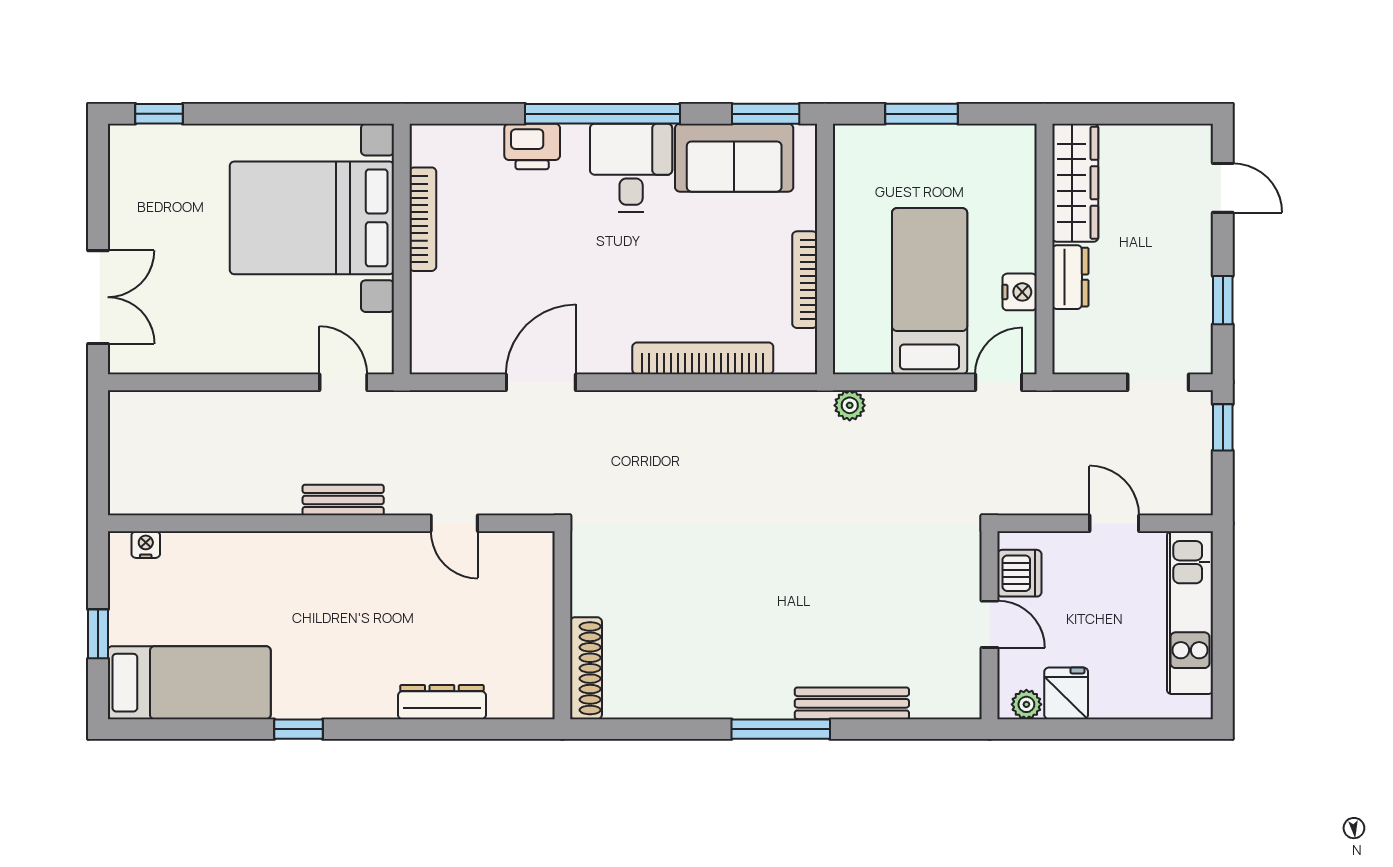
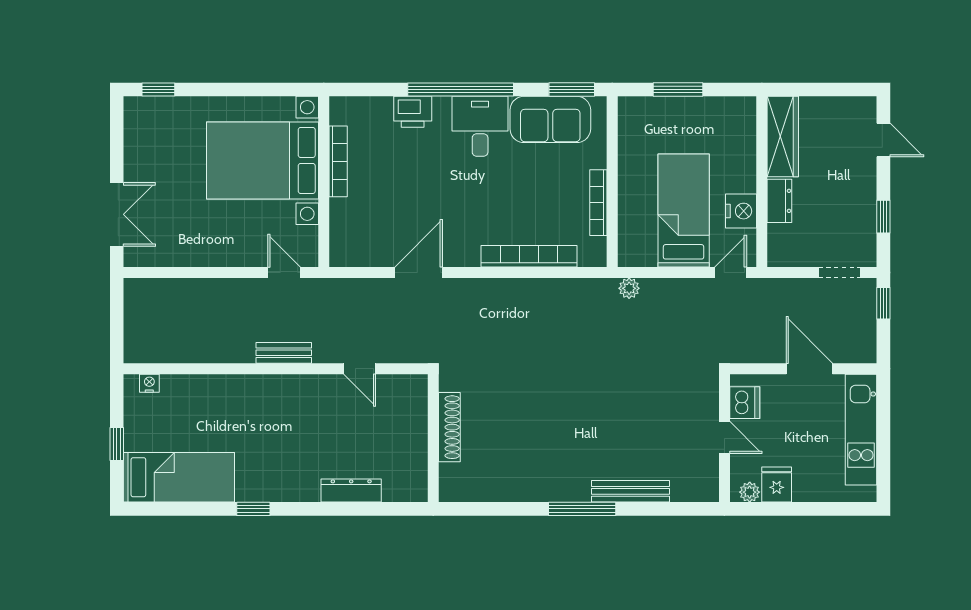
nightstand: (1020, 292) -> (741, 211), width x1.36, depth x1.33
door: (1114, 523) -> (809, 369), width x1.38
shoe rack: (586, 668) -> (449, 427), moved

